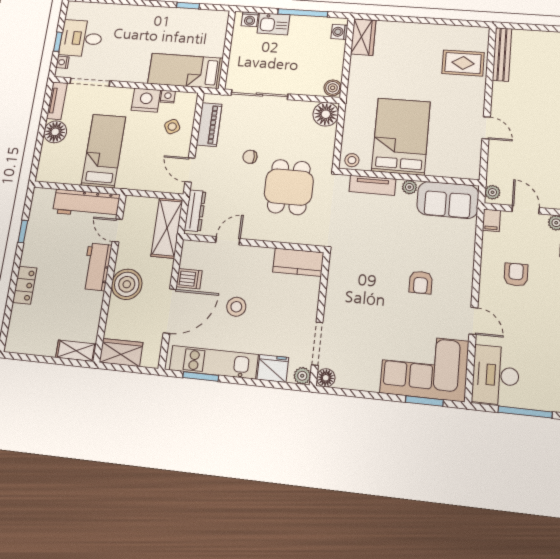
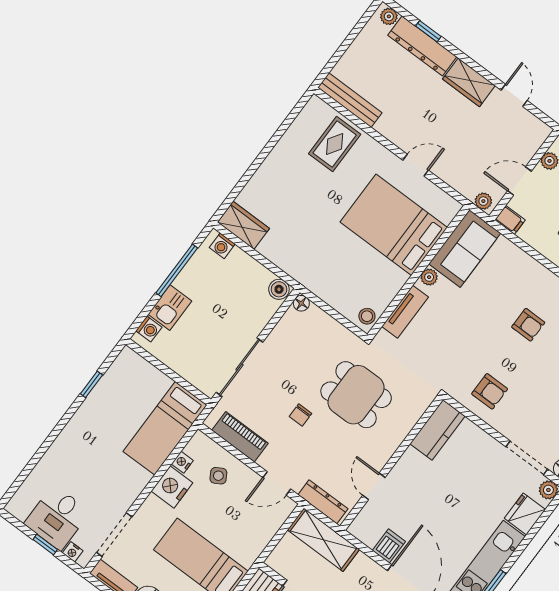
floor lamp: (326, 114) -> (301, 303), width x0.53, depth x0.53
bed: (401, 136) -> (394, 225), moved
armchair: (351, 284) -> (490, 391), added
stool: (236, 307) -> (445, 515), removed

